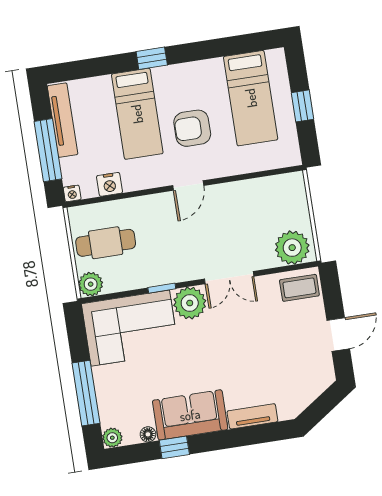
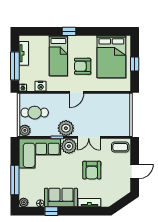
bed: (251, 98) -> (111, 57), width x1.50
tv unit: (63, 120) -> (24, 53), width x0.71
plant: (292, 248) -> (66, 128), moved
armchair: (247, 346) -> (92, 170), added

